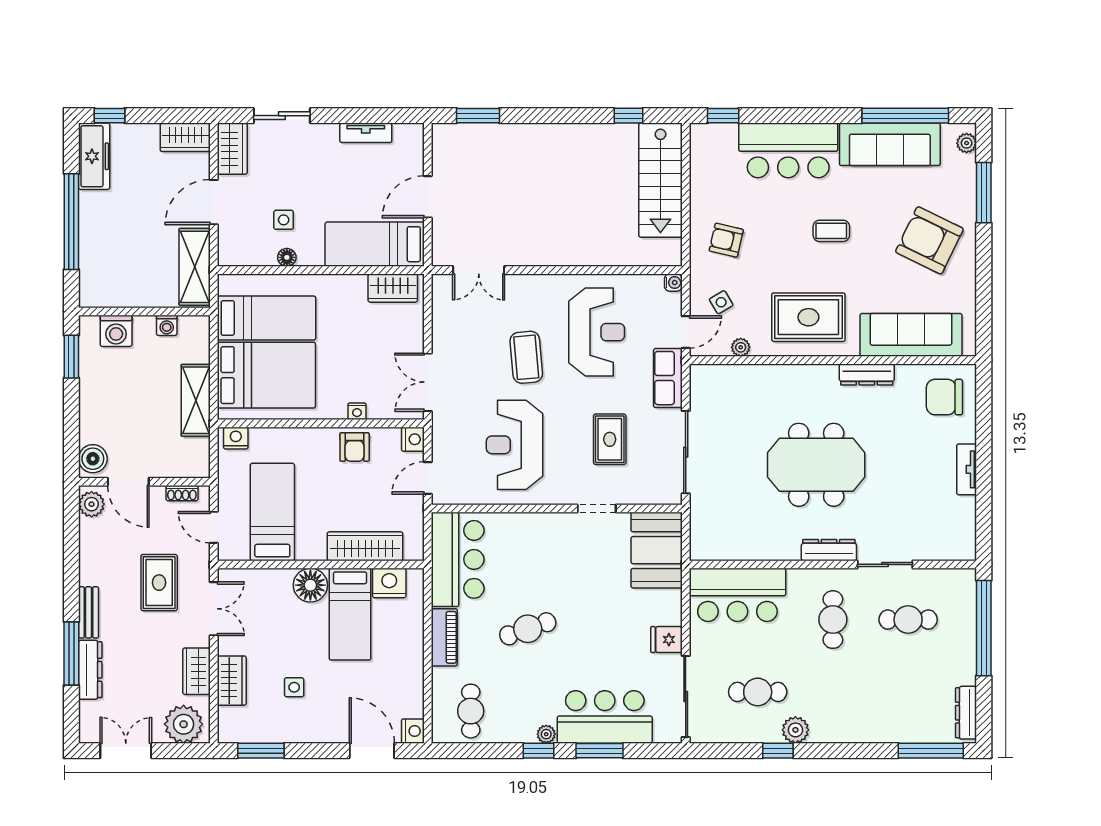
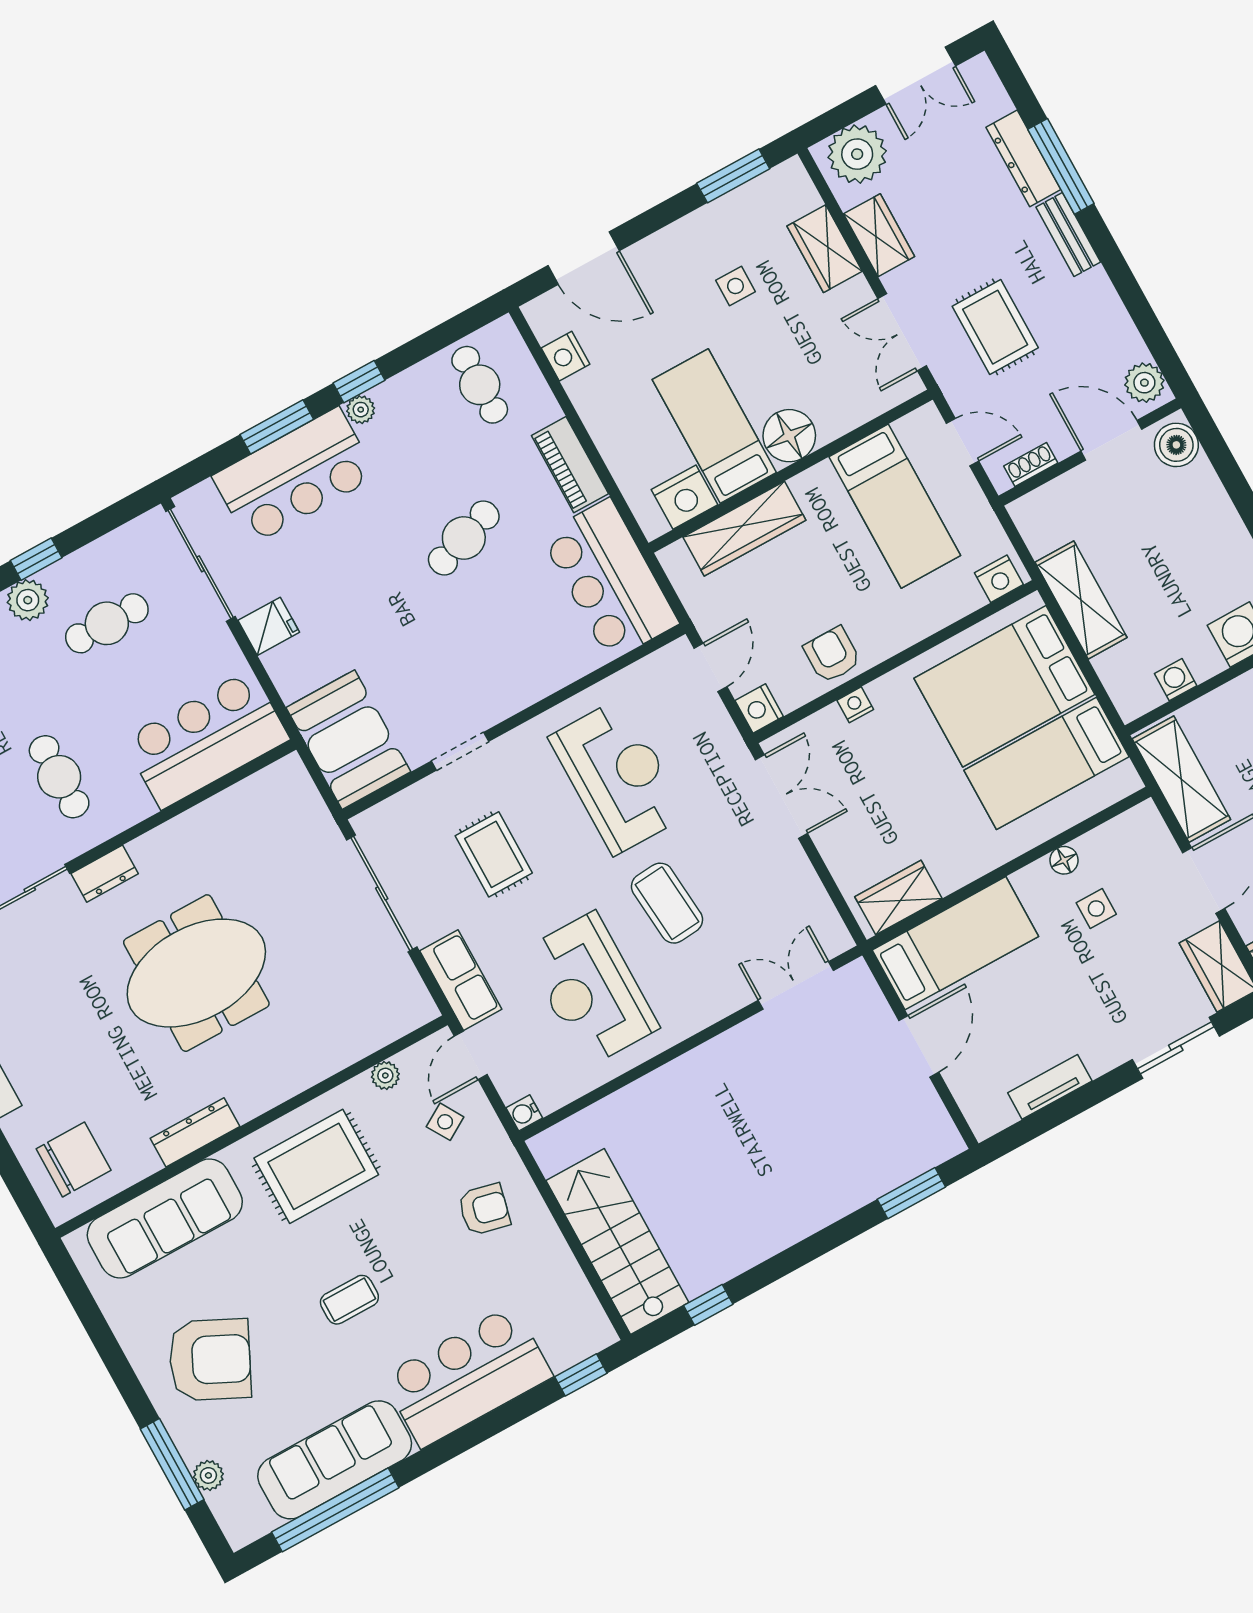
plant: (967, 143) -> (208, 1475), moved
dresser: (829, 550) -> (105, 874), width x0.70
nightstand: (413, 731) -> (566, 356), moved

